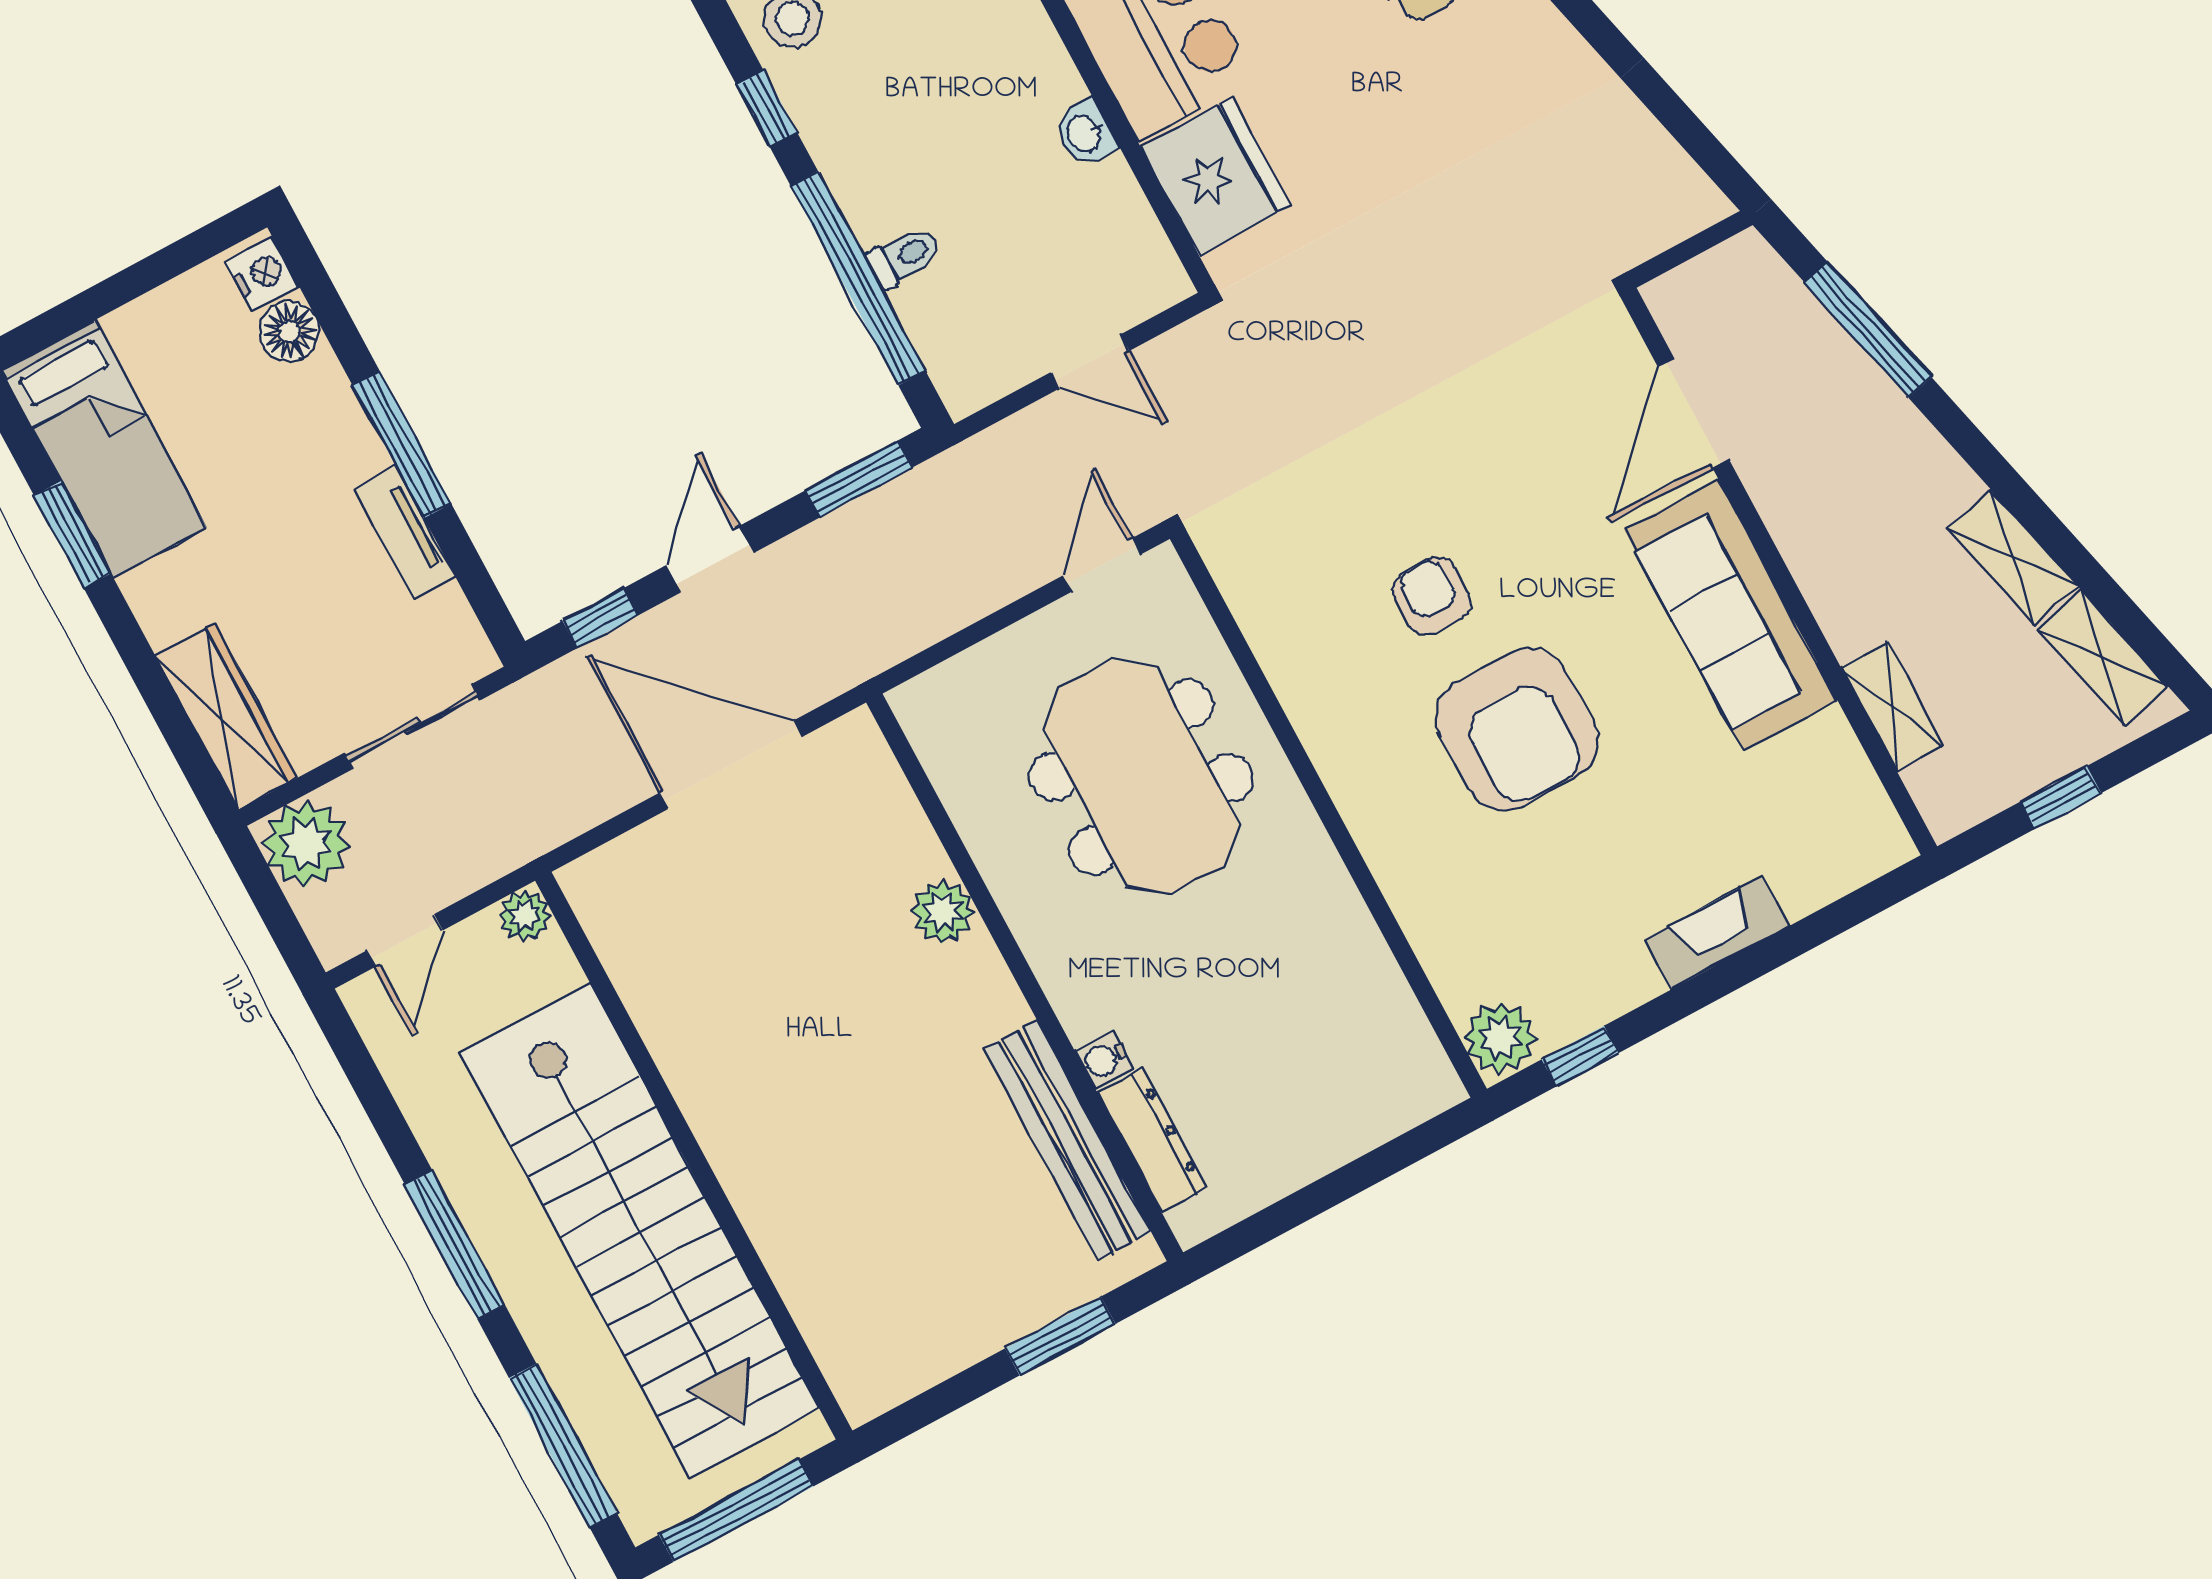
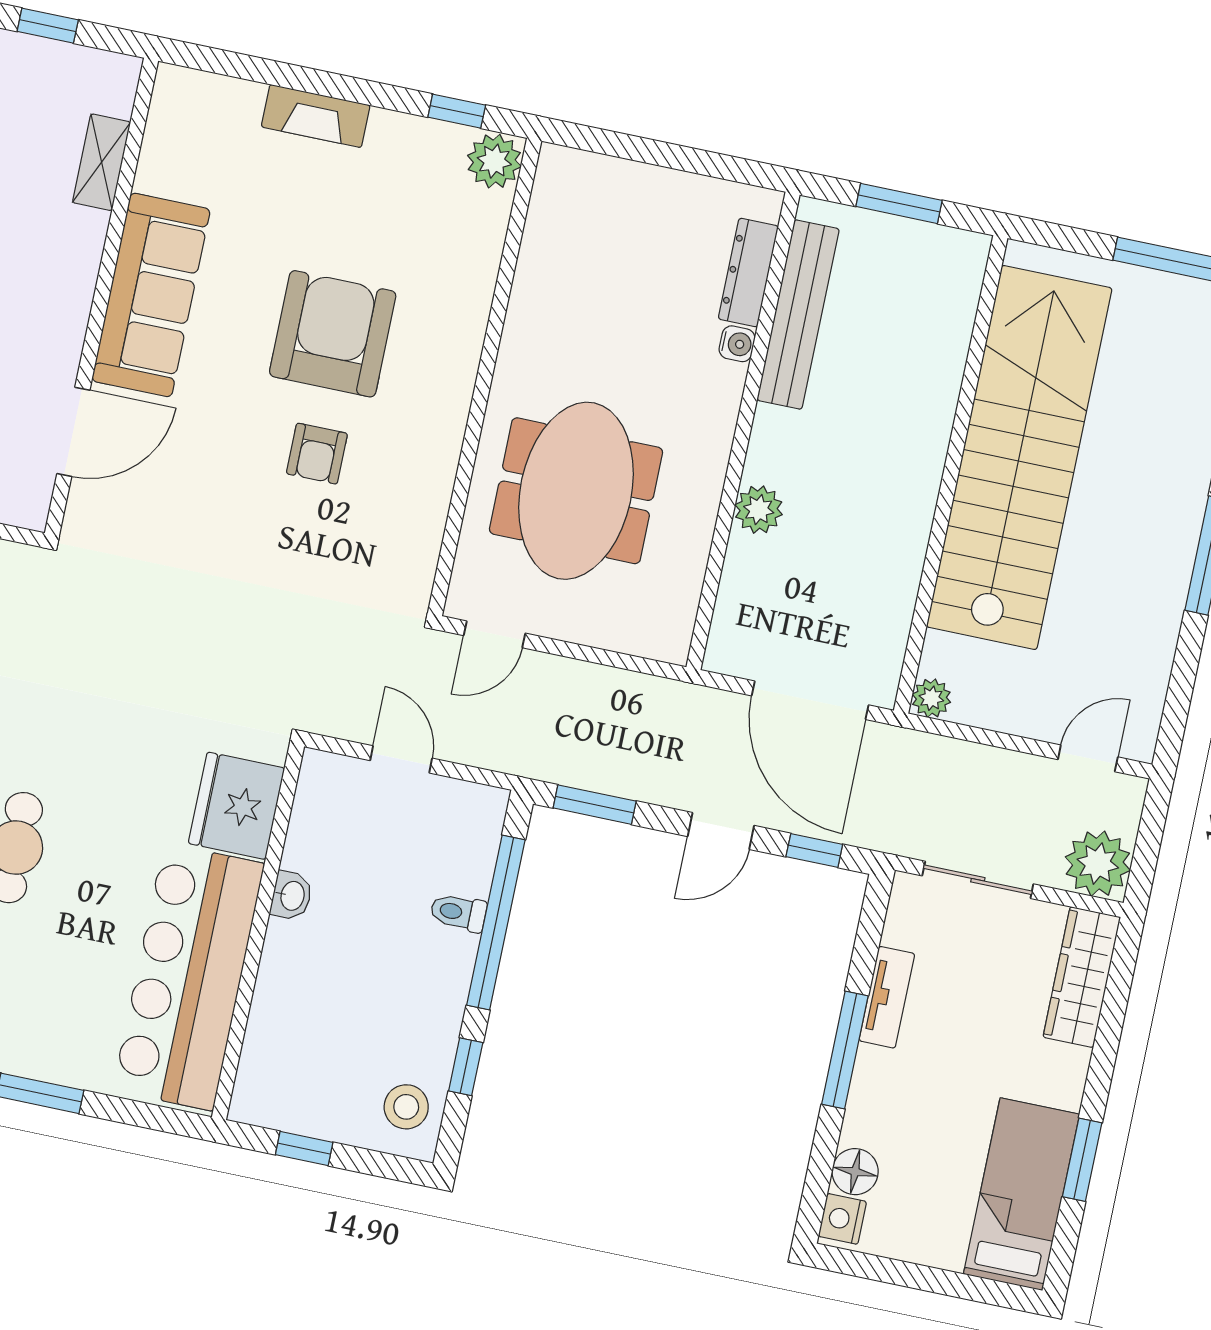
plant: (525, 916) -> (931, 698), moved
wall: (694, 1156) -> (951, 474), moved
stairs: (640, 1230) -> (1019, 457), moved

